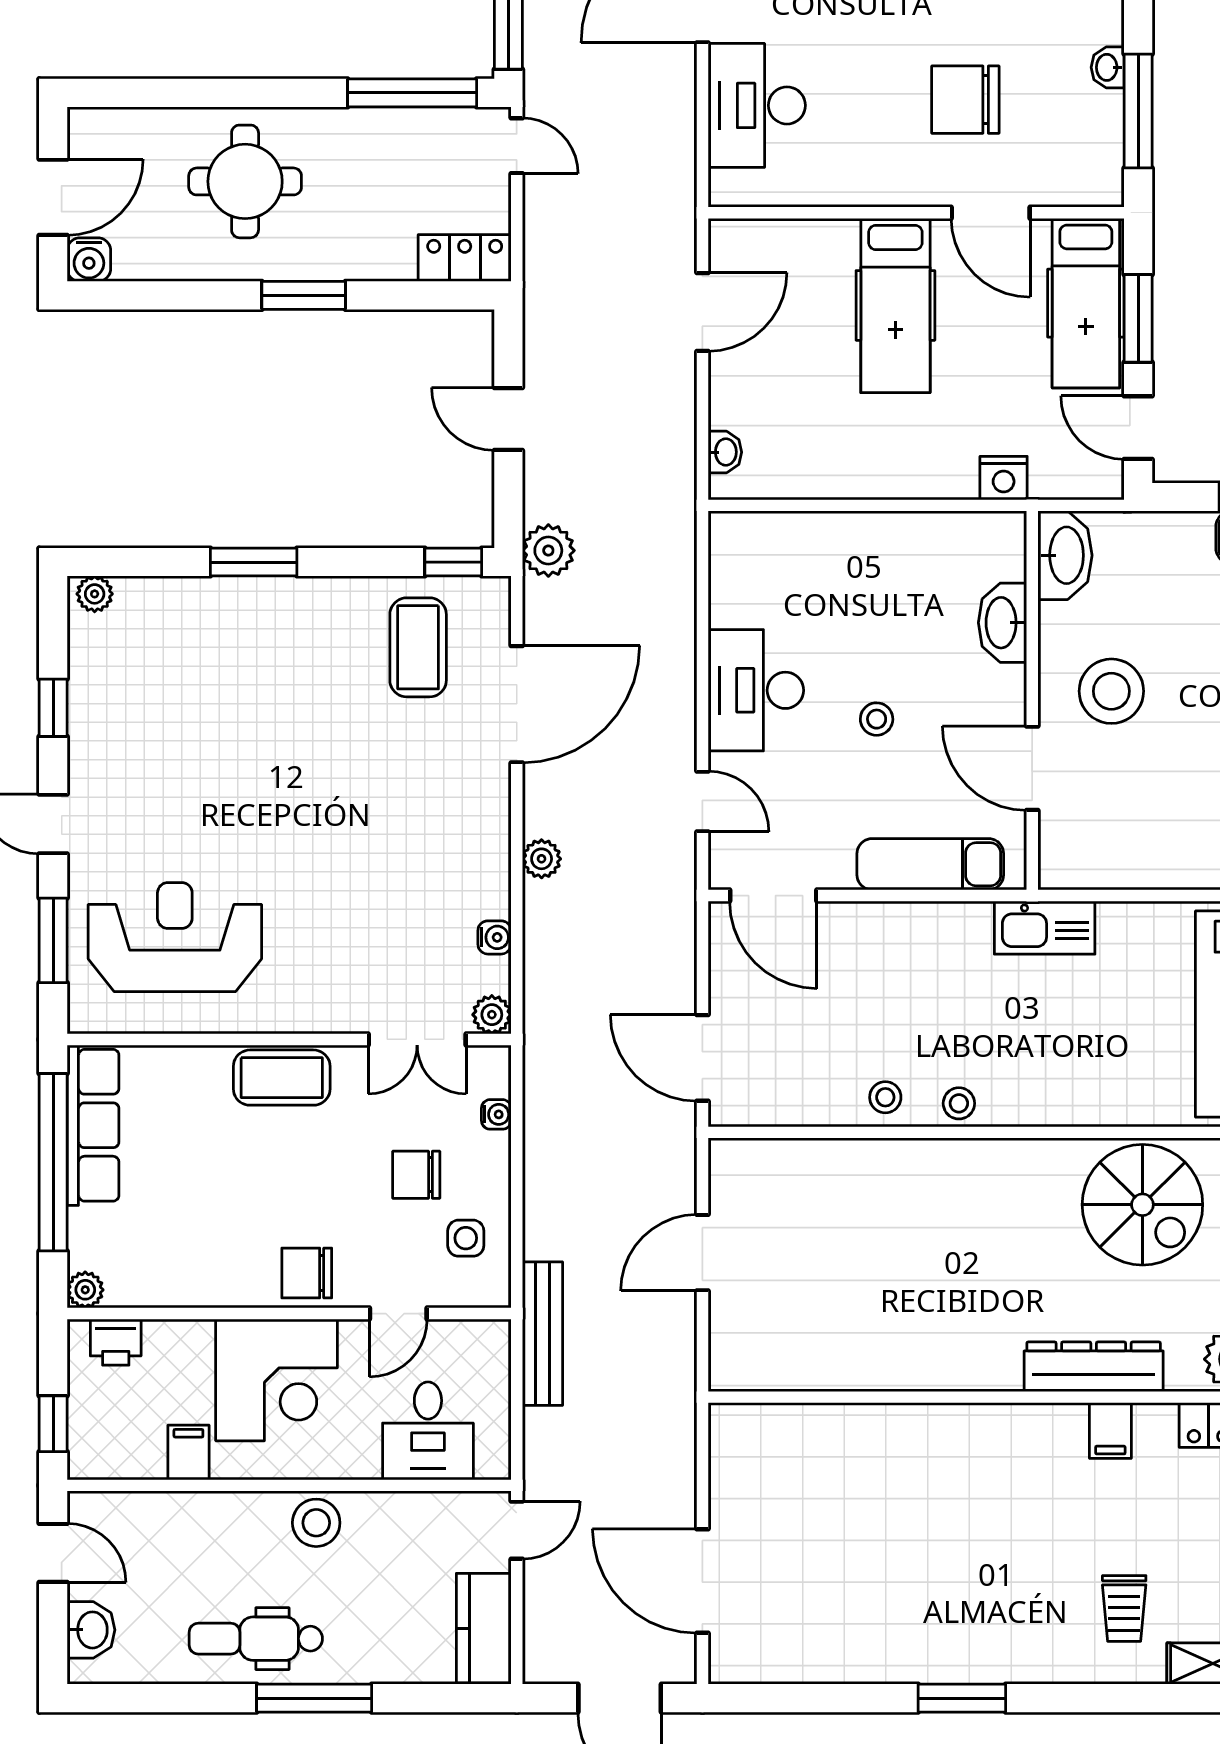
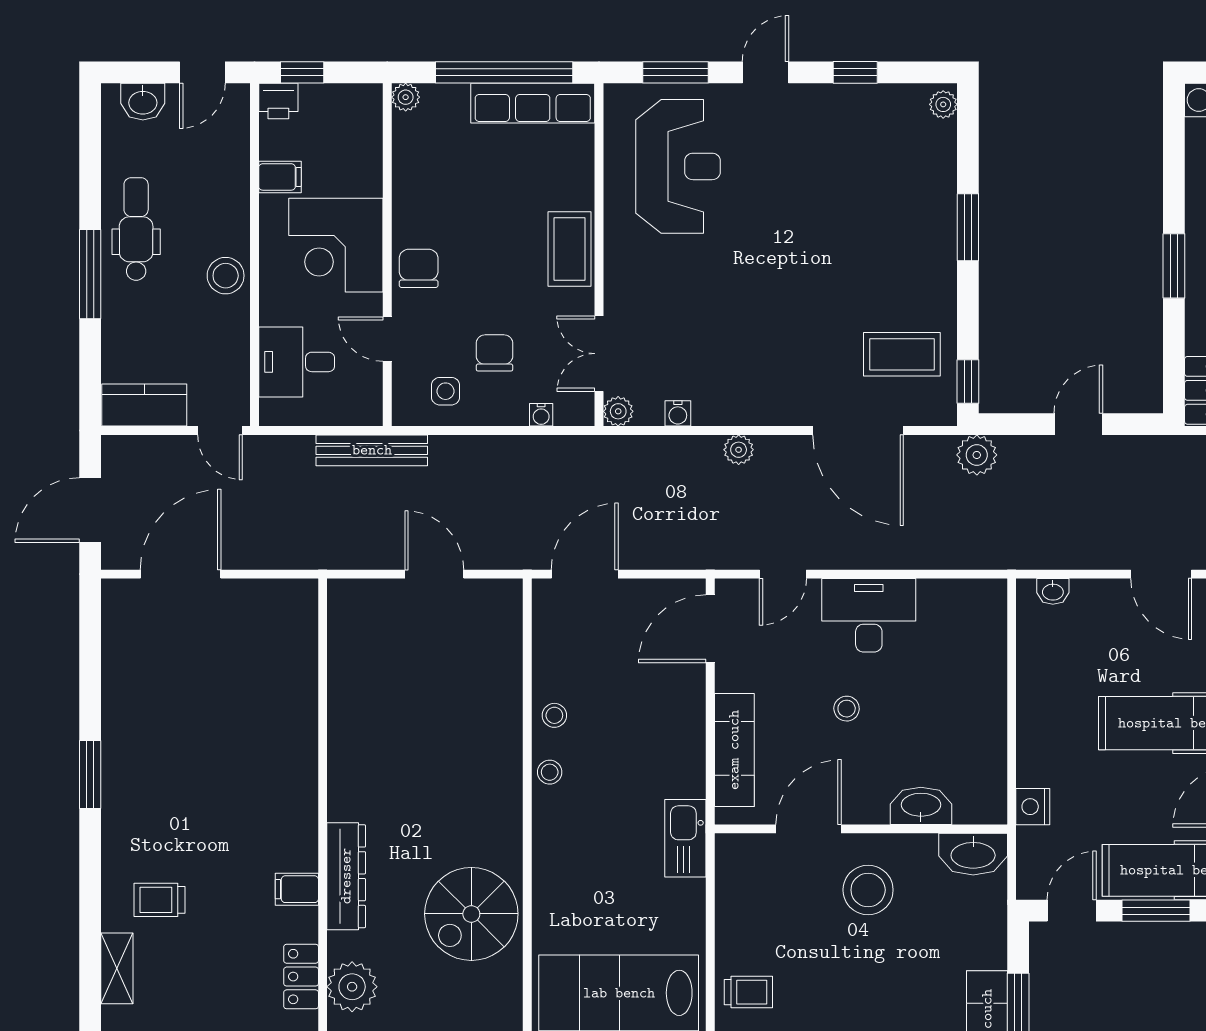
printer: (116, 1342) -> (278, 101), moved, turned -90

